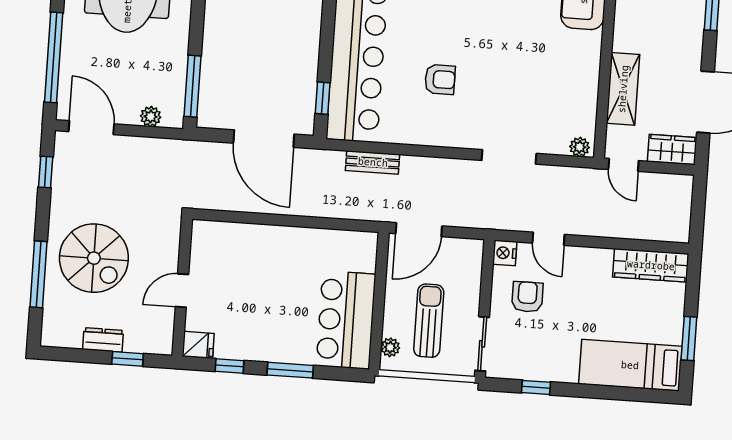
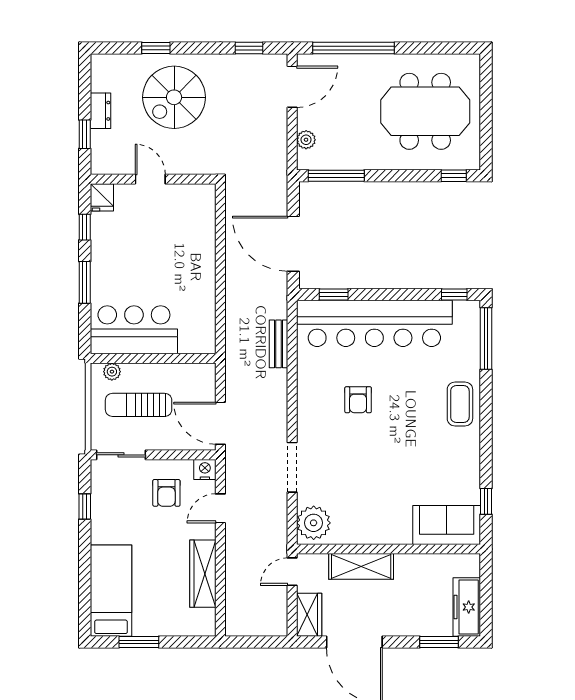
door: (264, 139) -> (293, 244), hinge flipped
plant: (580, 147) -> (314, 523), width x1.87, depth x1.87
door: (419, 230) -> (220, 423), moved
wardrobe: (651, 265) -> (203, 574), moved
window: (38, 274) -> (156, 48), width x0.46
armchair: (527, 297) -> (166, 493), turned 90
sun lounger: (429, 321) -> (139, 405), turned 180

